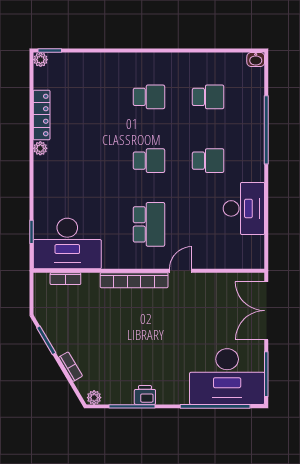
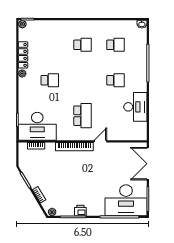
school desk: (149, 161) -> (50, 80), moved

